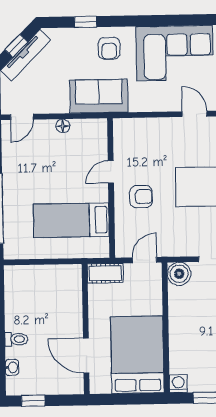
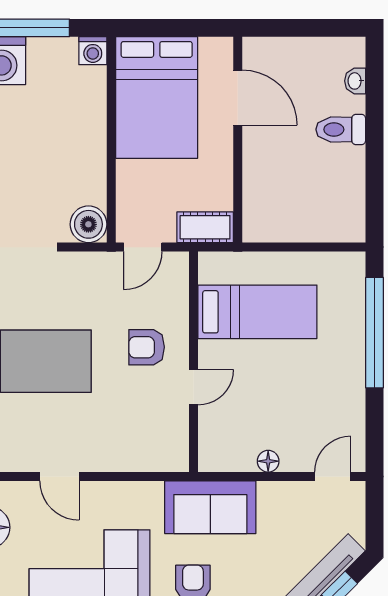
toilet: (16, 339) -> (341, 129), width x1.37, depth x1.39
window: (33, 401) -> (323, 28), removed

